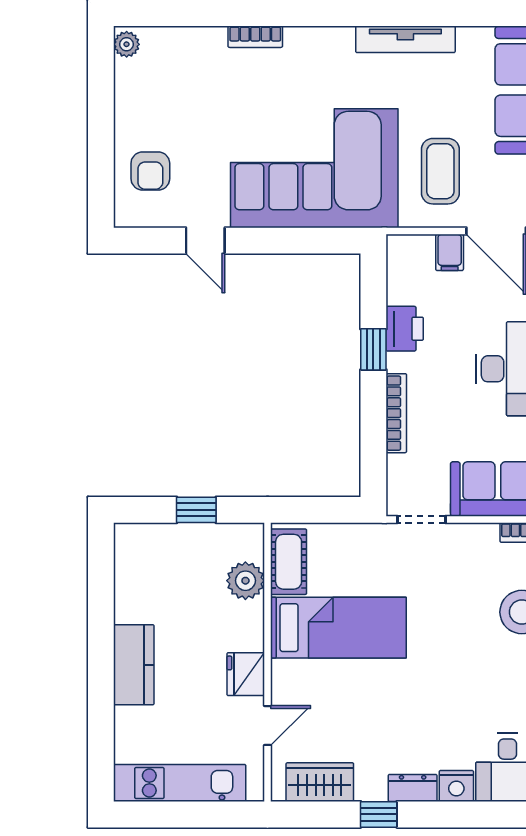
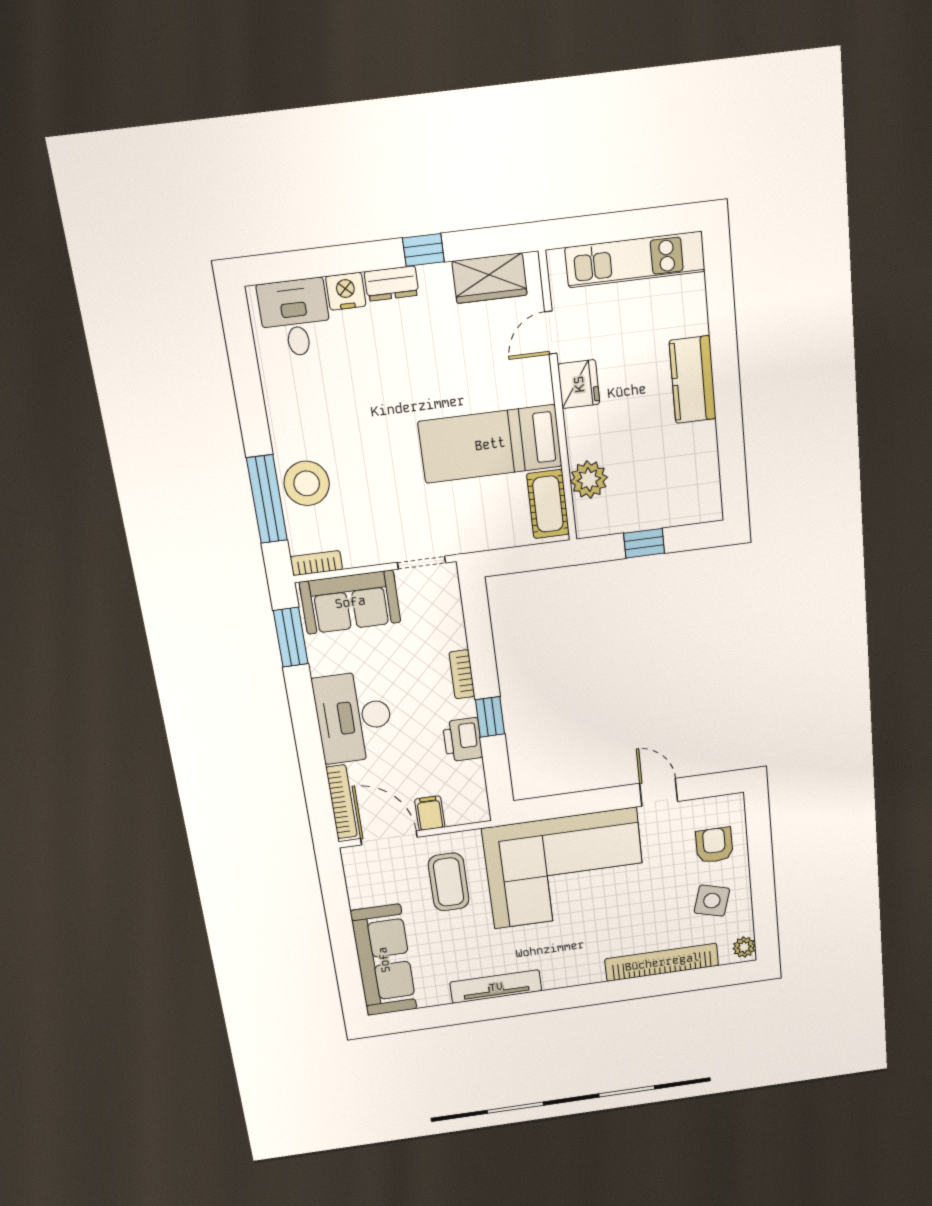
bookcase: (255, 37) -> (662, 962), width x2.31, depth x1.31
side table: (158, 106) -> (712, 901), added
bookcase: (396, 413) -> (462, 674), width x0.64

